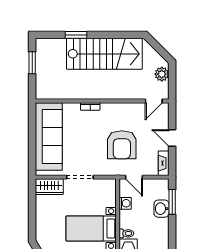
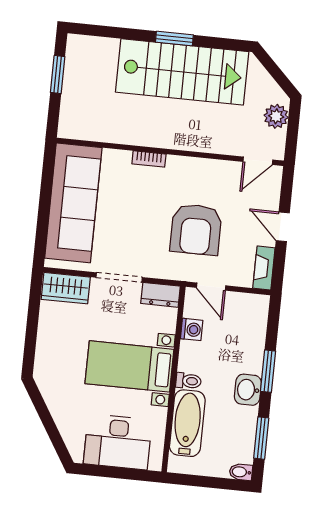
window: (76, 35) -> (174, 39), moved
dresser: (105, 185) -> (161, 295), added
window: (172, 202) -> (268, 371), moved
washbasin: (161, 209) -> (248, 390), moved

